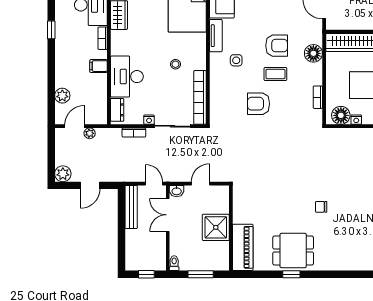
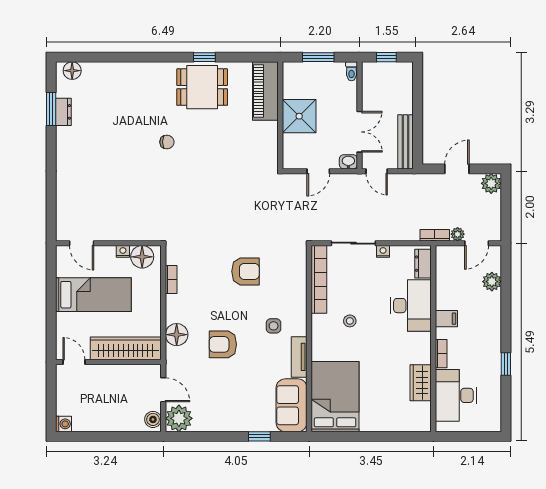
coffee table: (275, 74) -> (224, 309), removed
bookcase: (134, 133) -> (435, 235), moved

